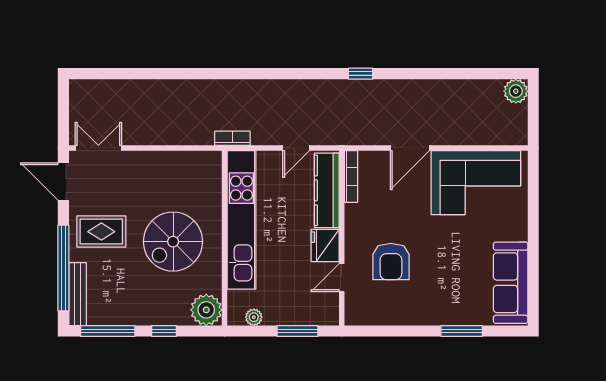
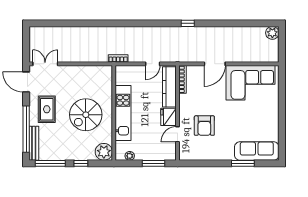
kitchen unit: (241, 220) -> (123, 113), width x0.73
rug: (101, 232) -> (47, 109), turned 90
sofa: (511, 283) -> (257, 151), moved, turned 90

